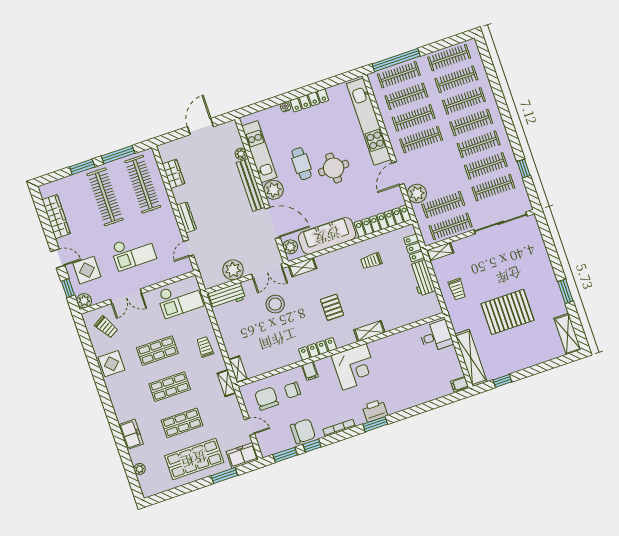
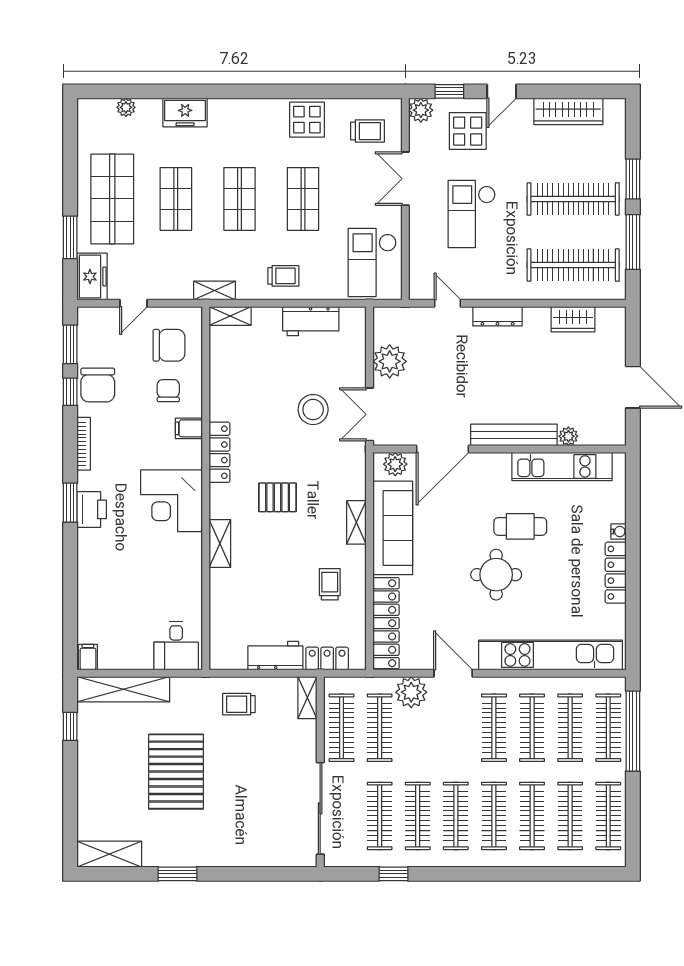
plant: (274, 190) -> (494, 468), removed
shelving: (303, 267) -> (356, 522), moved
workbench: (227, 296) -> (311, 321), moved, turned -90
trolley: (106, 327) -> (367, 131), turned -149

